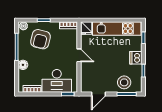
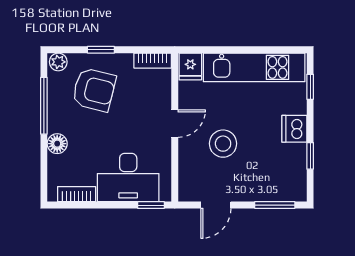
armchair: (40, 39) -> (94, 90), turned -90
door: (79, 55) -> (175, 124), hinge flipped
stool: (124, 82) -> (223, 144), moved

